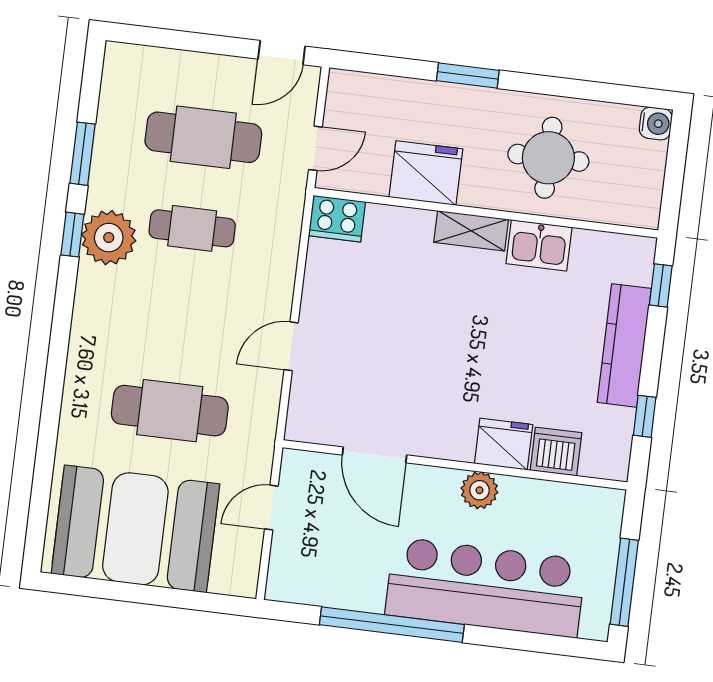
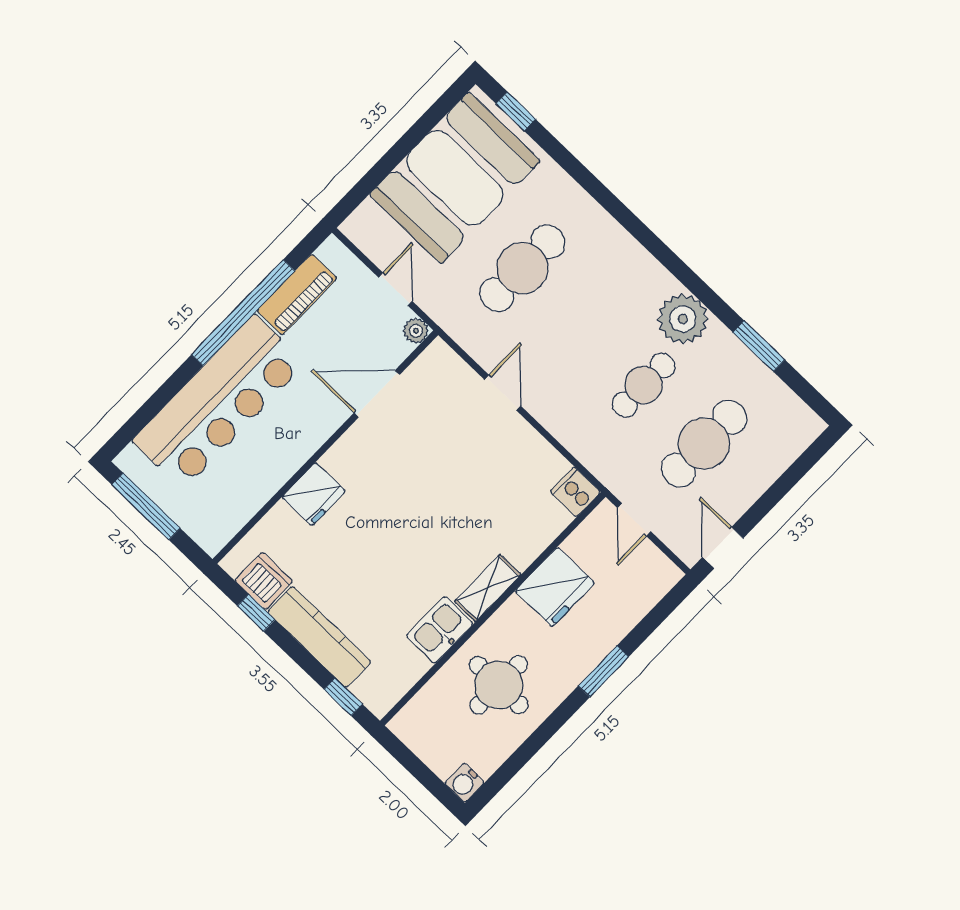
cooker: (337, 219) -> (575, 492), width x0.73
window: (72, 235) -> (516, 111), moved
dishwasher: (556, 452) -> (264, 581), moved, turned -90
plant: (479, 490) -> (416, 331), moved, width x0.73, depth x0.73
piano: (341, 590) -> (297, 295), added

